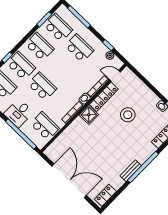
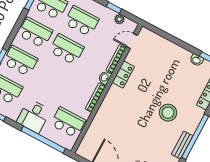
school desk: (42, 86) -> (67, 49), moved
locker: (104, 97) -> (123, 75), width x0.66
shower: (89, 115) -> (115, 95), removed
stool: (128, 115) -> (168, 113), moved

